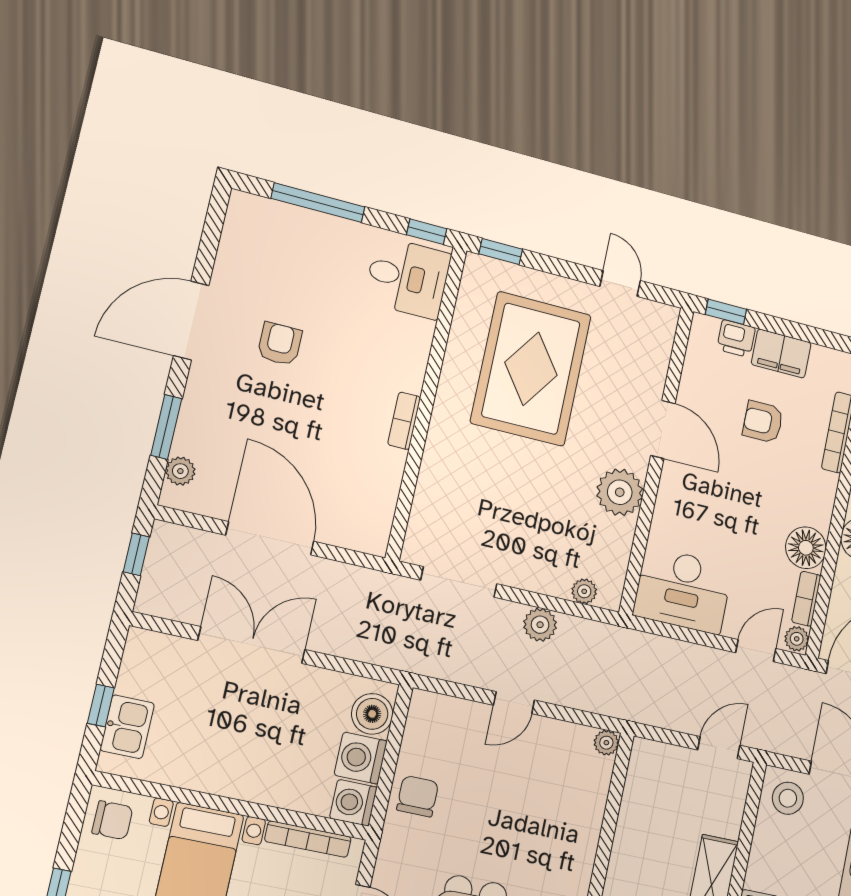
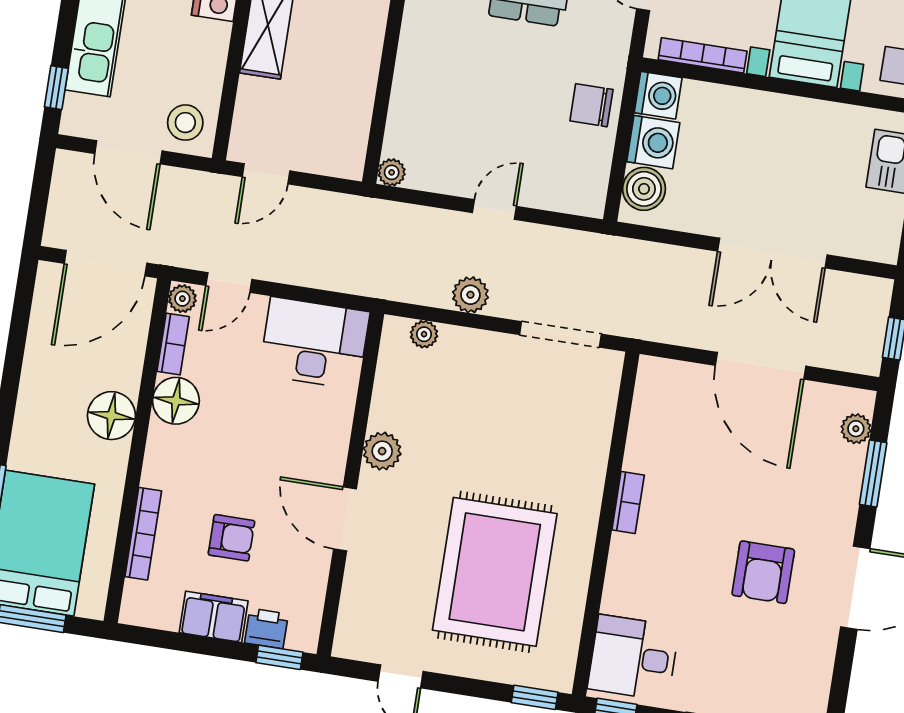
armchair: (280, 344) -> (763, 572), width x1.38, depth x1.38
plant: (620, 492) -> (382, 451), width x0.73, depth x0.73
chair: (418, 796) -> (591, 105), turned 90

